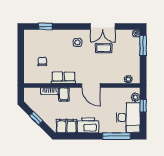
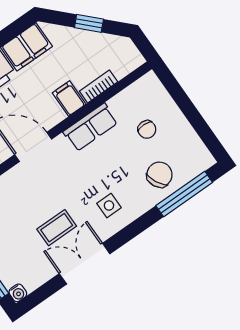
window: (45, 27) -> (184, 194), width x2.17
chair: (50, 41) -> (159, 175), added

